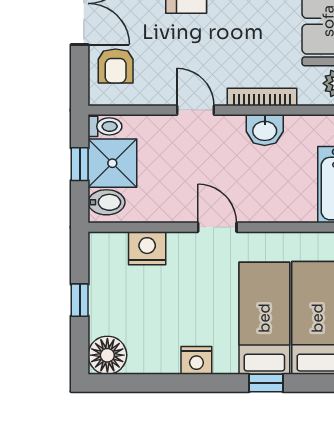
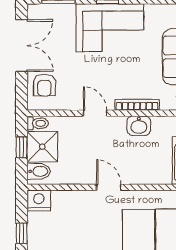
nightstand: (147, 248) -> (39, 200), moved

